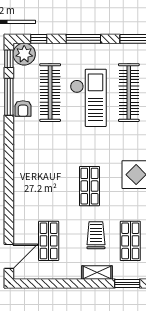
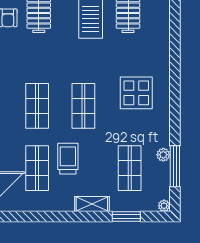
shop shelf: (49, 186) -> (37, 106), added
trolley: (96, 235) -> (68, 159), moved

